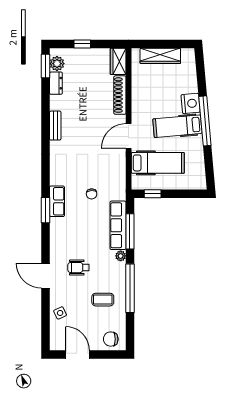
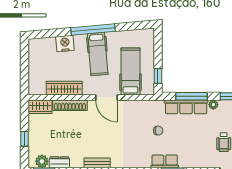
wardrobe: (160, 56) -> (64, 88), moved, turned -90
nightstand: (191, 103) -> (65, 43), moved

